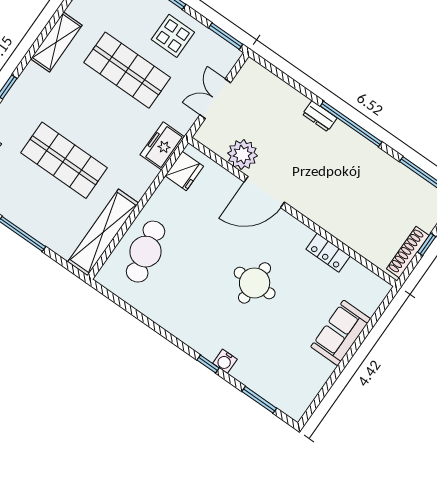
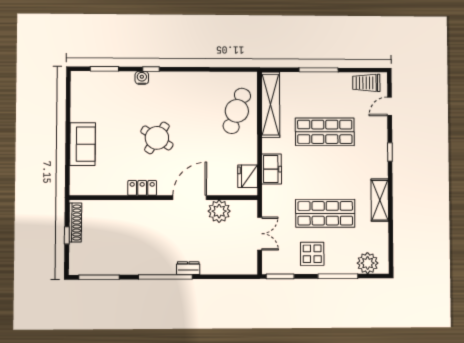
freezer: (162, 146) -> (271, 169), moved
cafe table: (146, 252) -> (237, 111), turned 33
locker: (328, 253) -> (142, 188), moved
round table: (255, 283) -> (157, 138), turned 33

